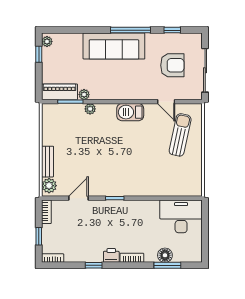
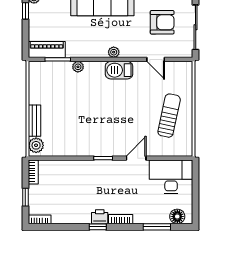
plant: (84, 95) -> (114, 52), moved
sun lounger: (180, 135) -> (169, 116), moved
door: (78, 198) -> (136, 158), moved
floor lamp: (165, 255) -> (177, 216), moved
window: (94, 265) -> (98, 227), moved

